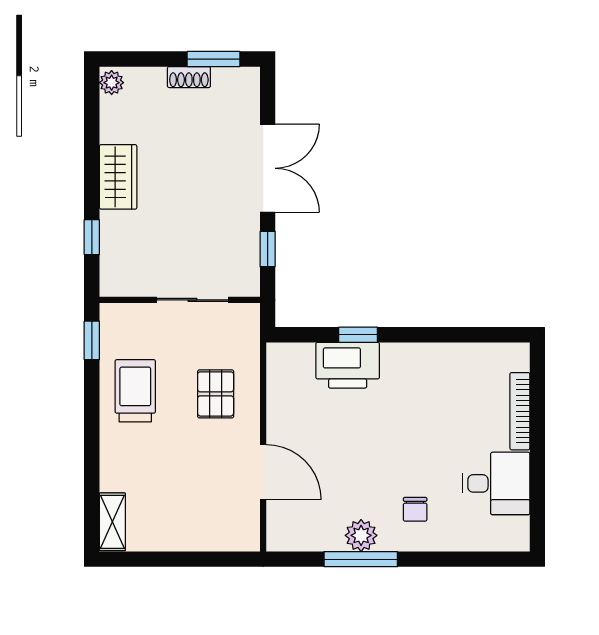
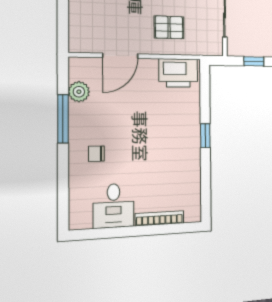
window: (358, 335) -> (205, 136), moved
printer: (348, 365) -> (178, 73), moved, turned -90
plant: (361, 535) -> (79, 92), moved

